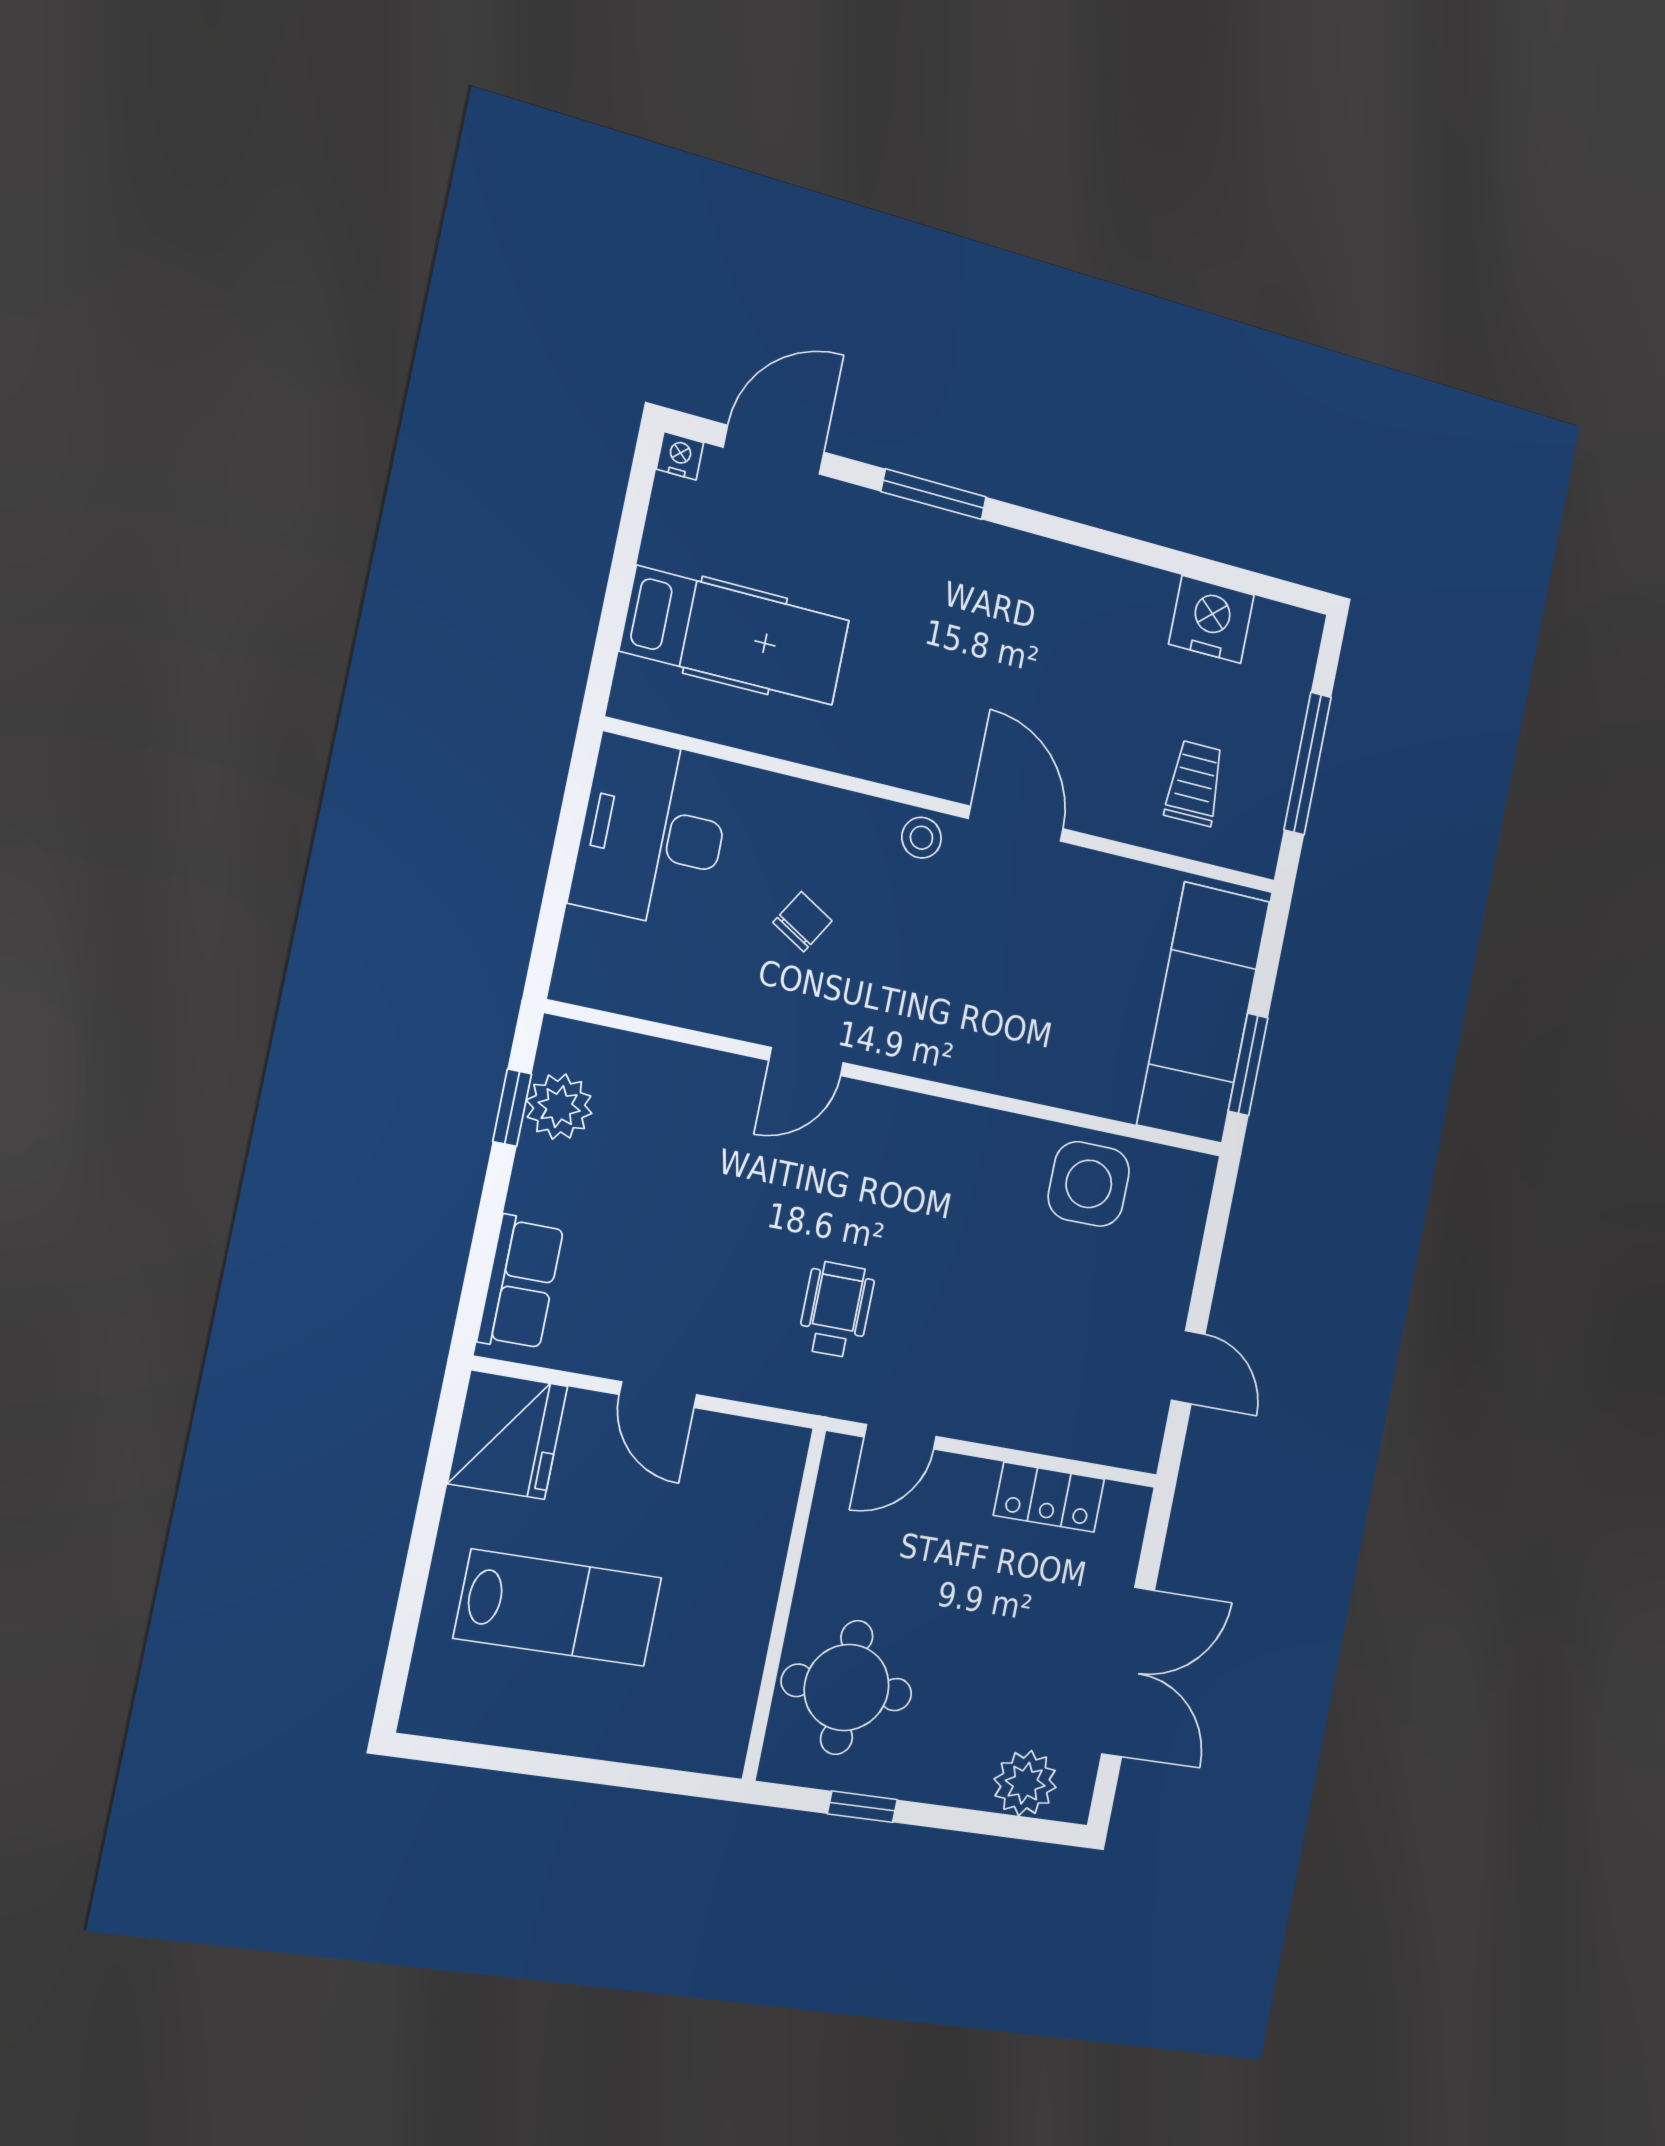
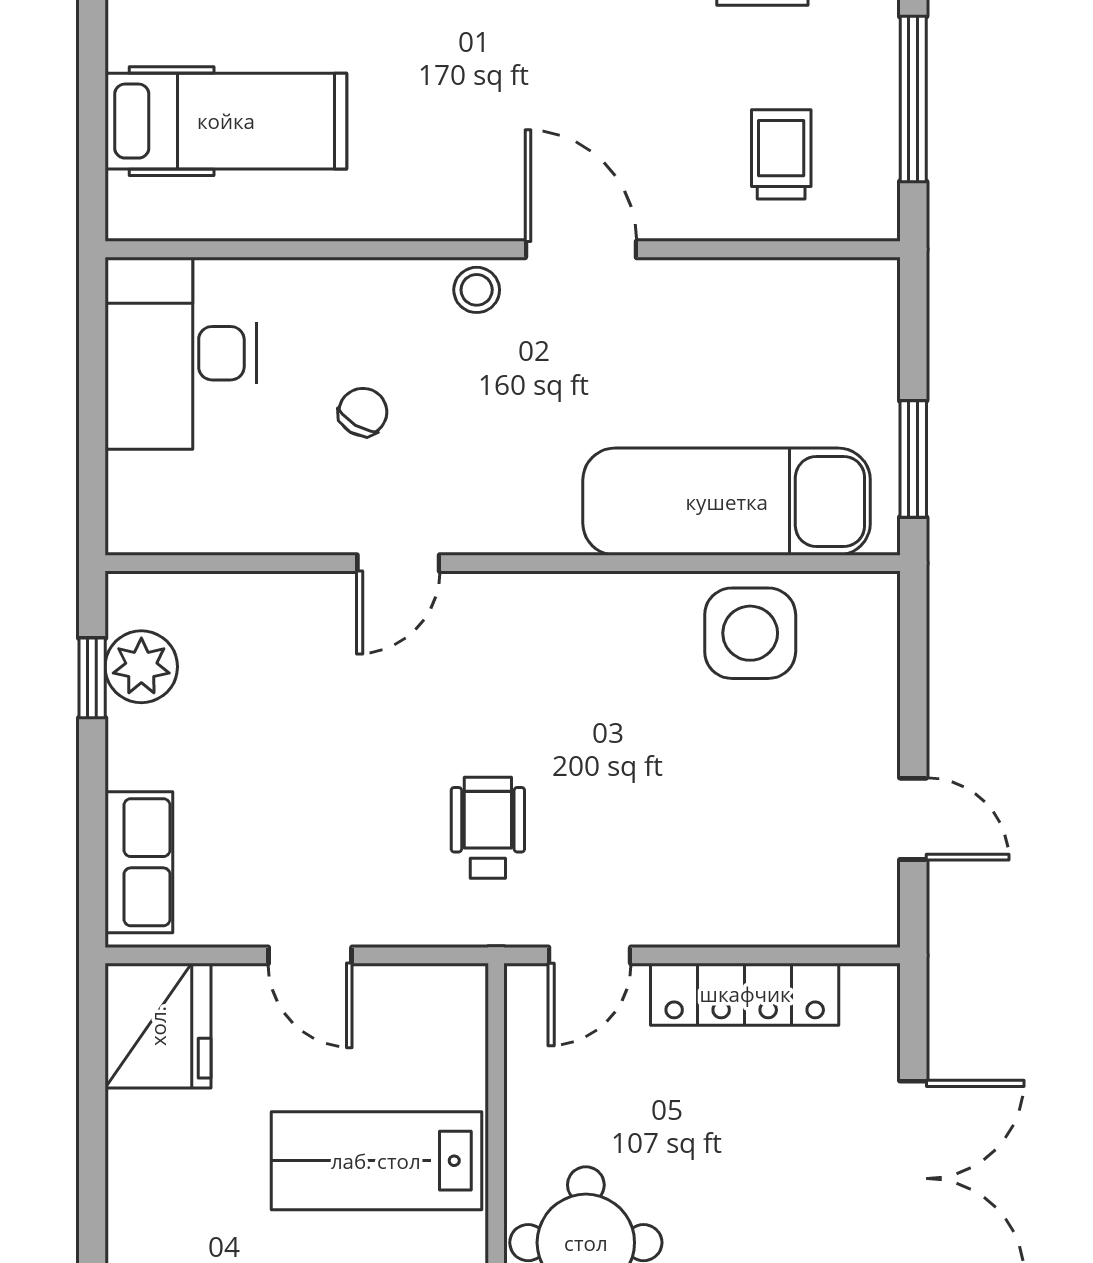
exam couch: (1203, 1013) -> (727, 502), moved, turned 90
locker: (1049, 1497) -> (745, 994), width x1.53
lab bench: (558, 1608) -> (376, 1161), moved, turned 180

